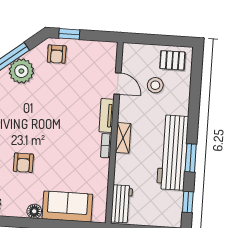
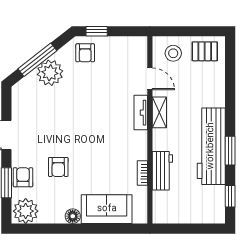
stool: (155, 85) -> (173, 53), moved
shelving: (123, 138) -> (159, 112), moved
bookcase: (106, 146) -> (142, 173), moved
workbench: (122, 204) -> (162, 171), moved

